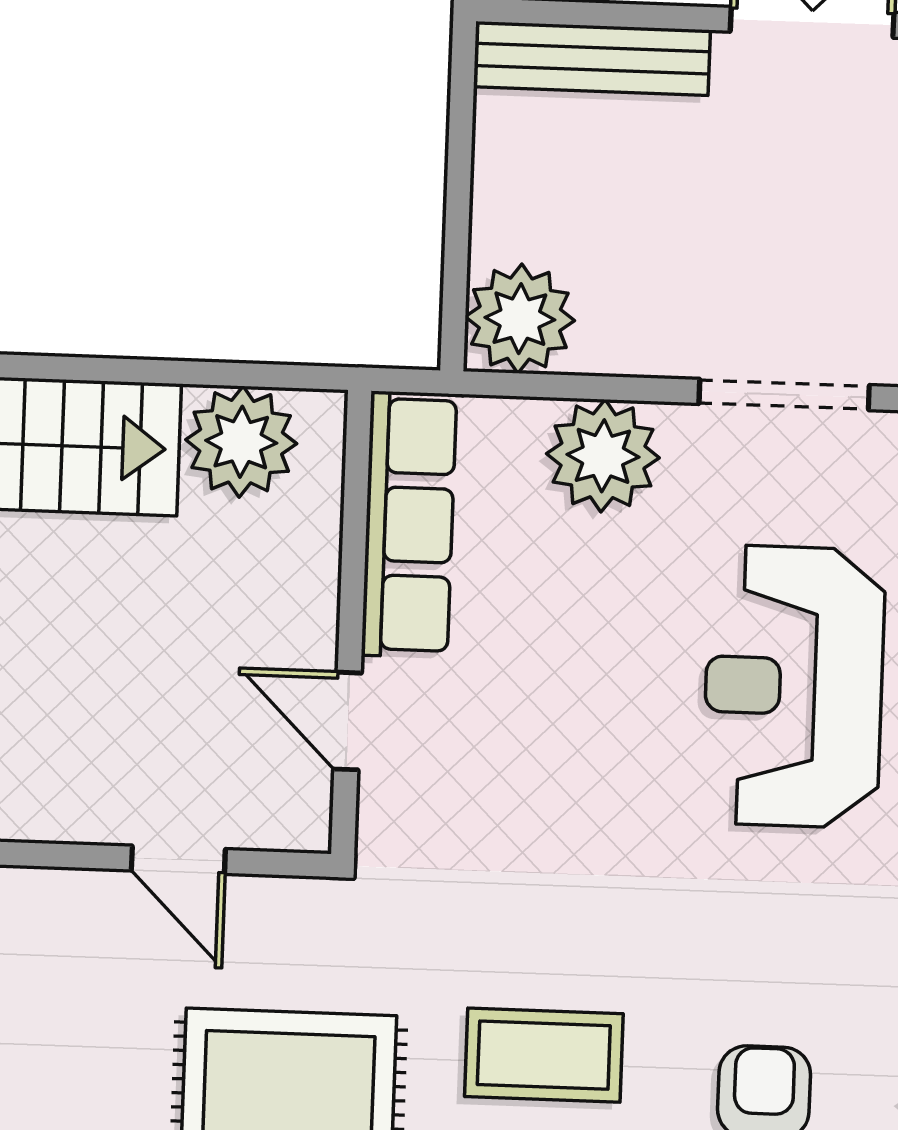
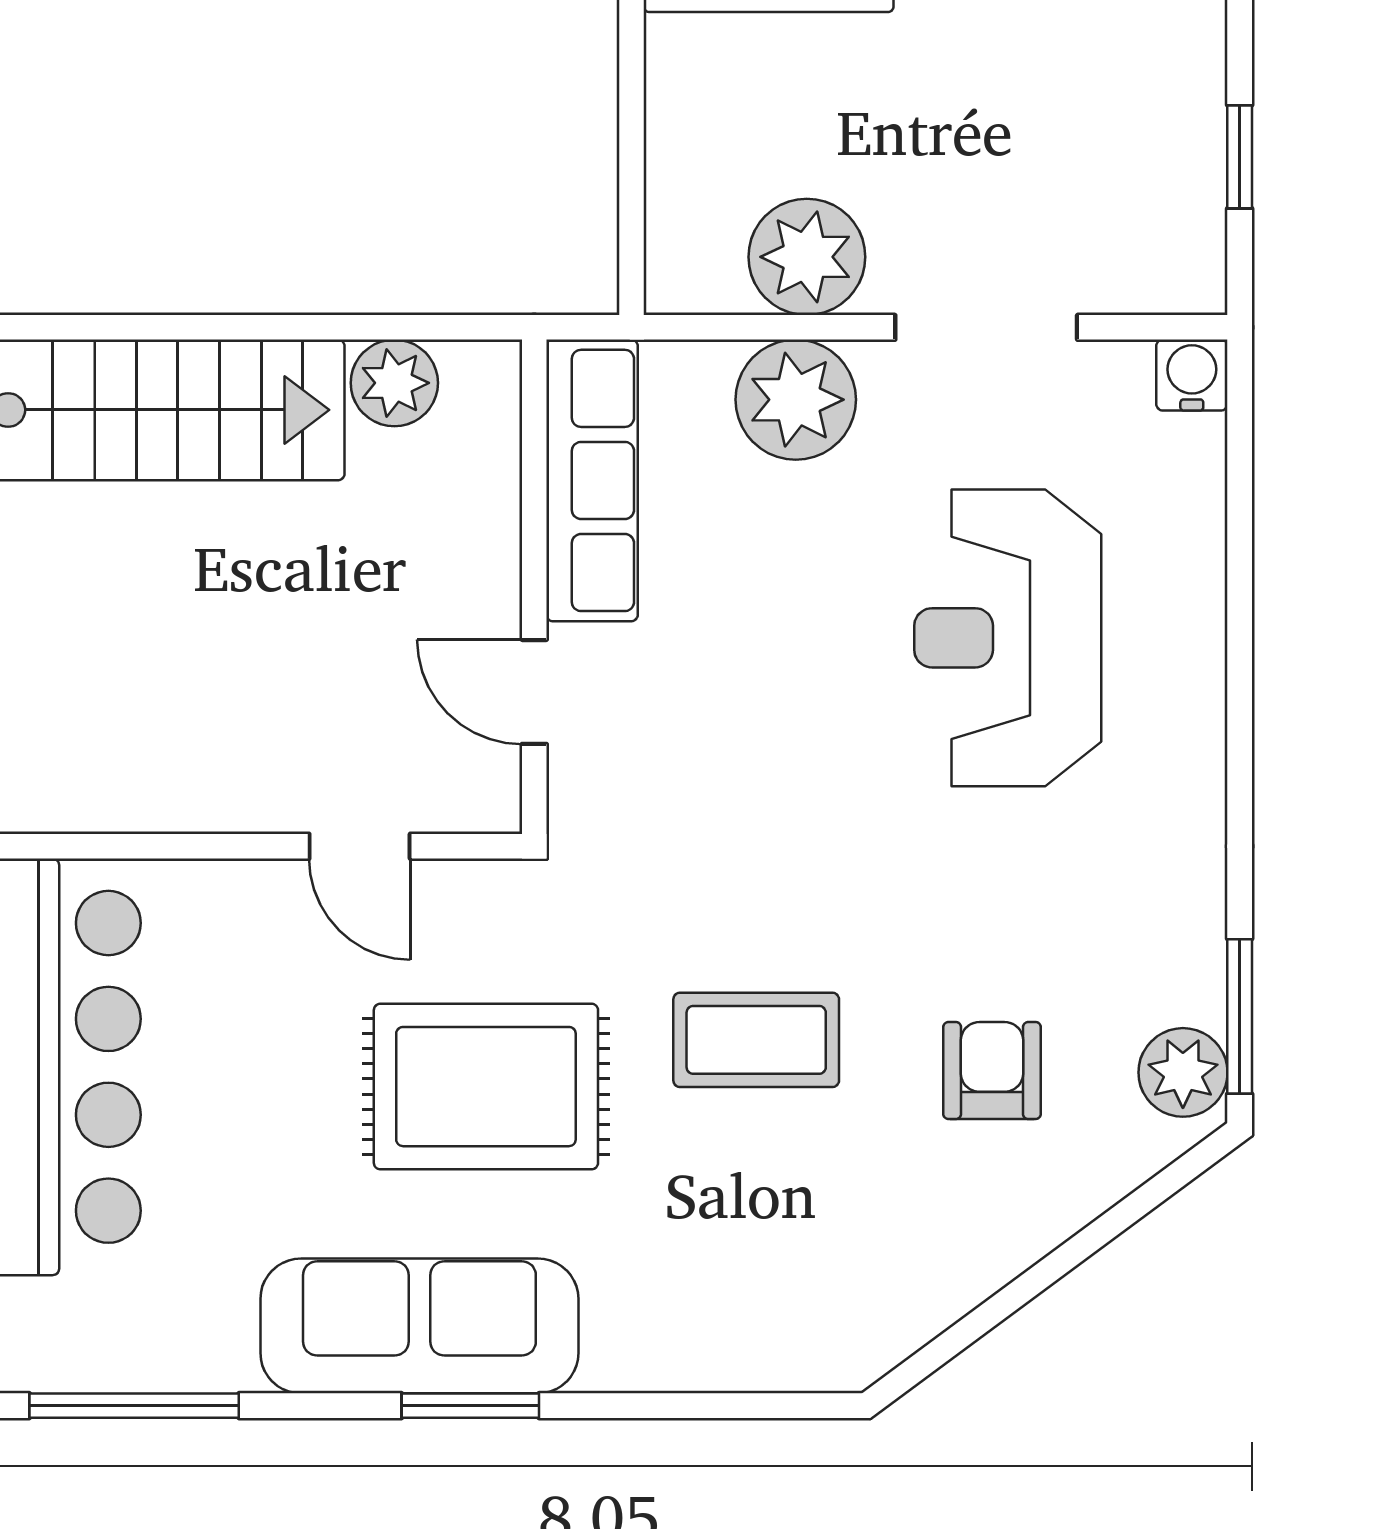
plant: (520, 319) -> (807, 257), moved
plant: (241, 442) -> (394, 383), width x0.73, depth x0.73

